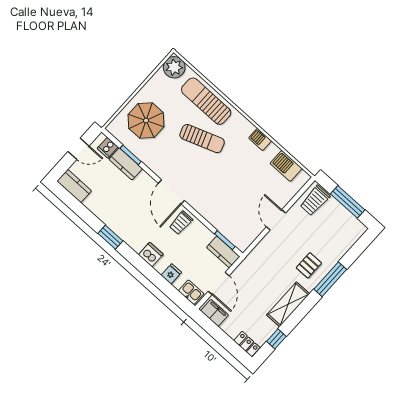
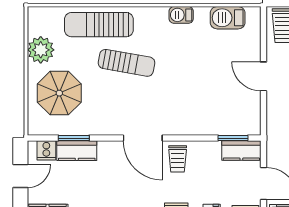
plant: (174, 67) -> (41, 50), moved
sun lounger: (202, 139) -> (126, 63), turned 30

